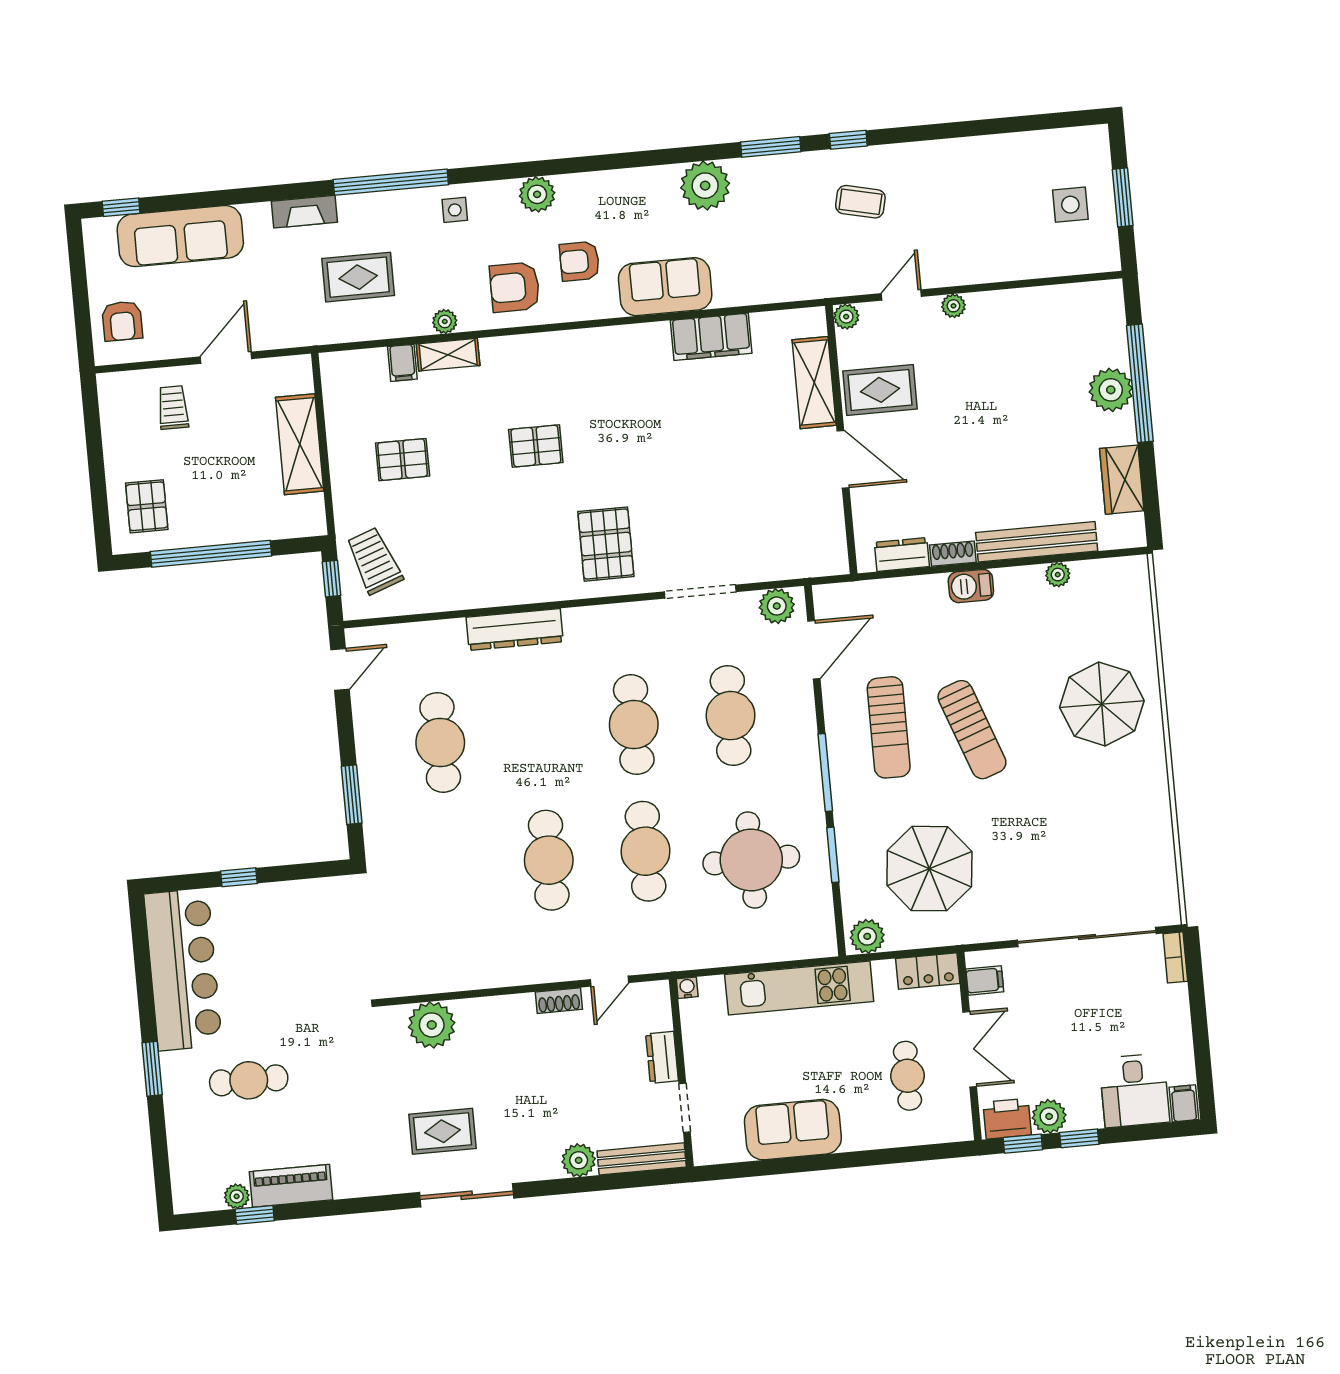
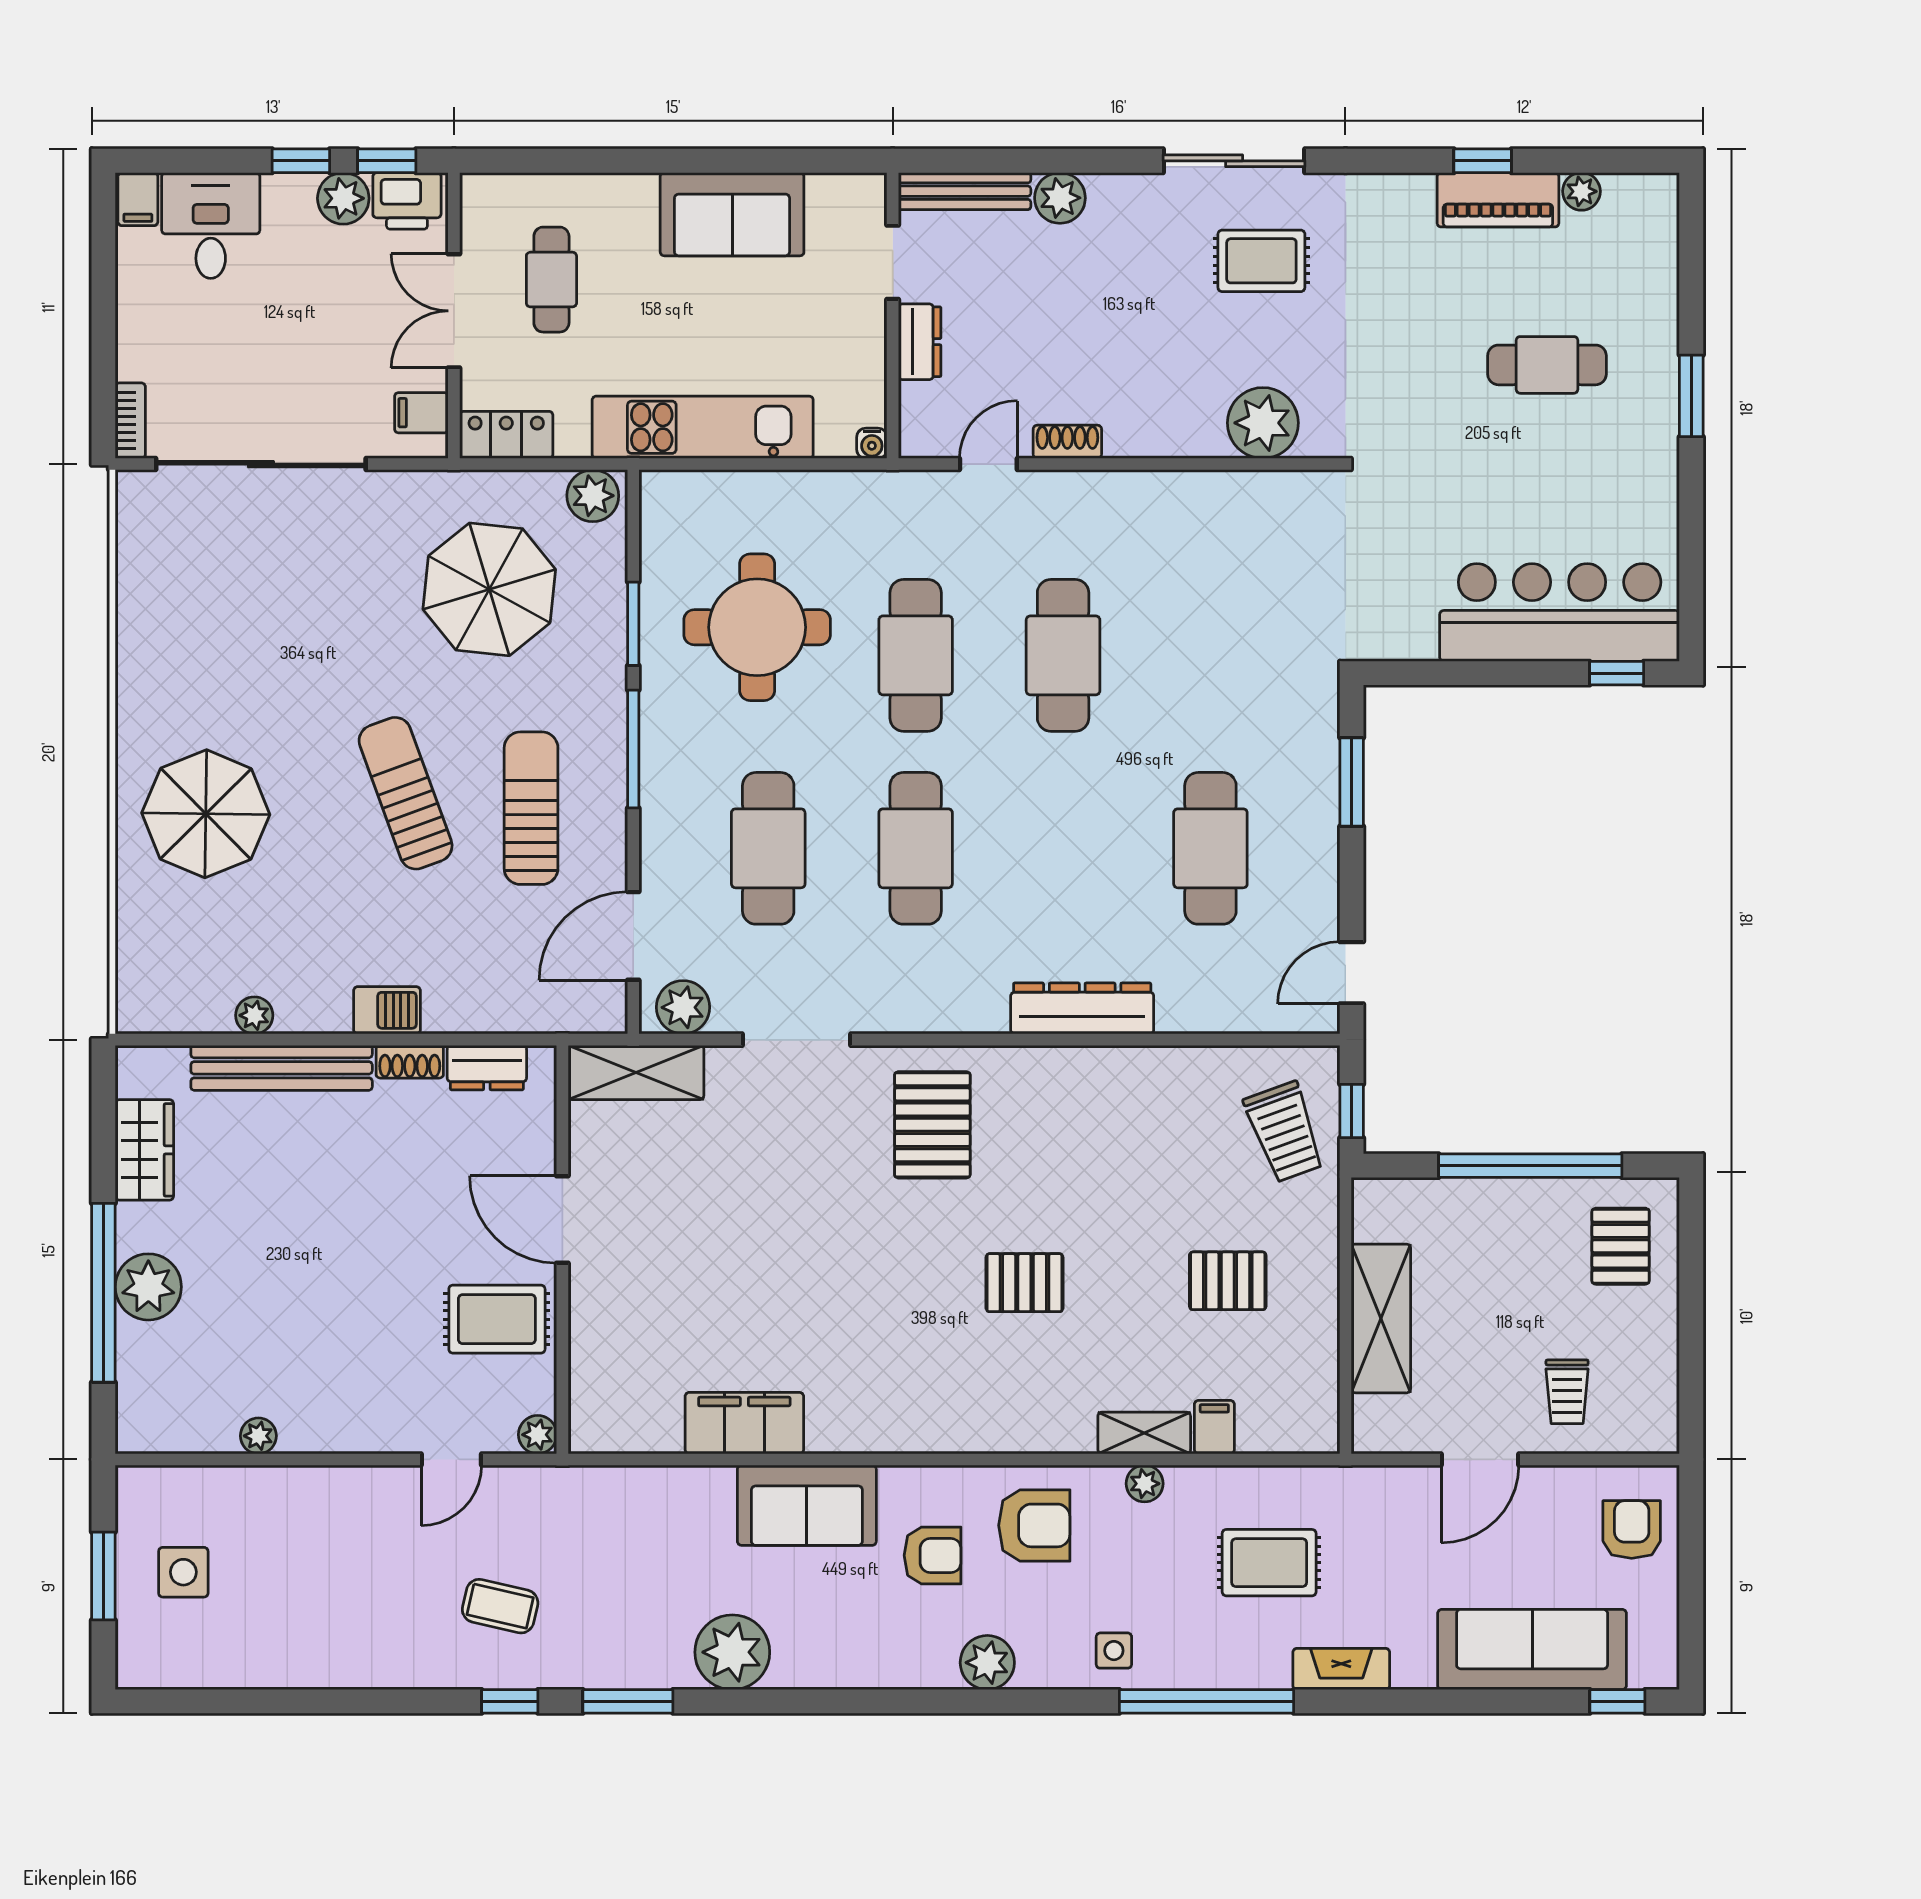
plant: (953, 306) -> (258, 1436), moved
shelving: (814, 383) -> (636, 1072), moved, turned 90
window: (239, 877) -> (1617, 673), moved
bar counter: (183, 970) -> (1560, 612), moved, turned 90
window: (255, 1215) -> (1483, 161), moved

